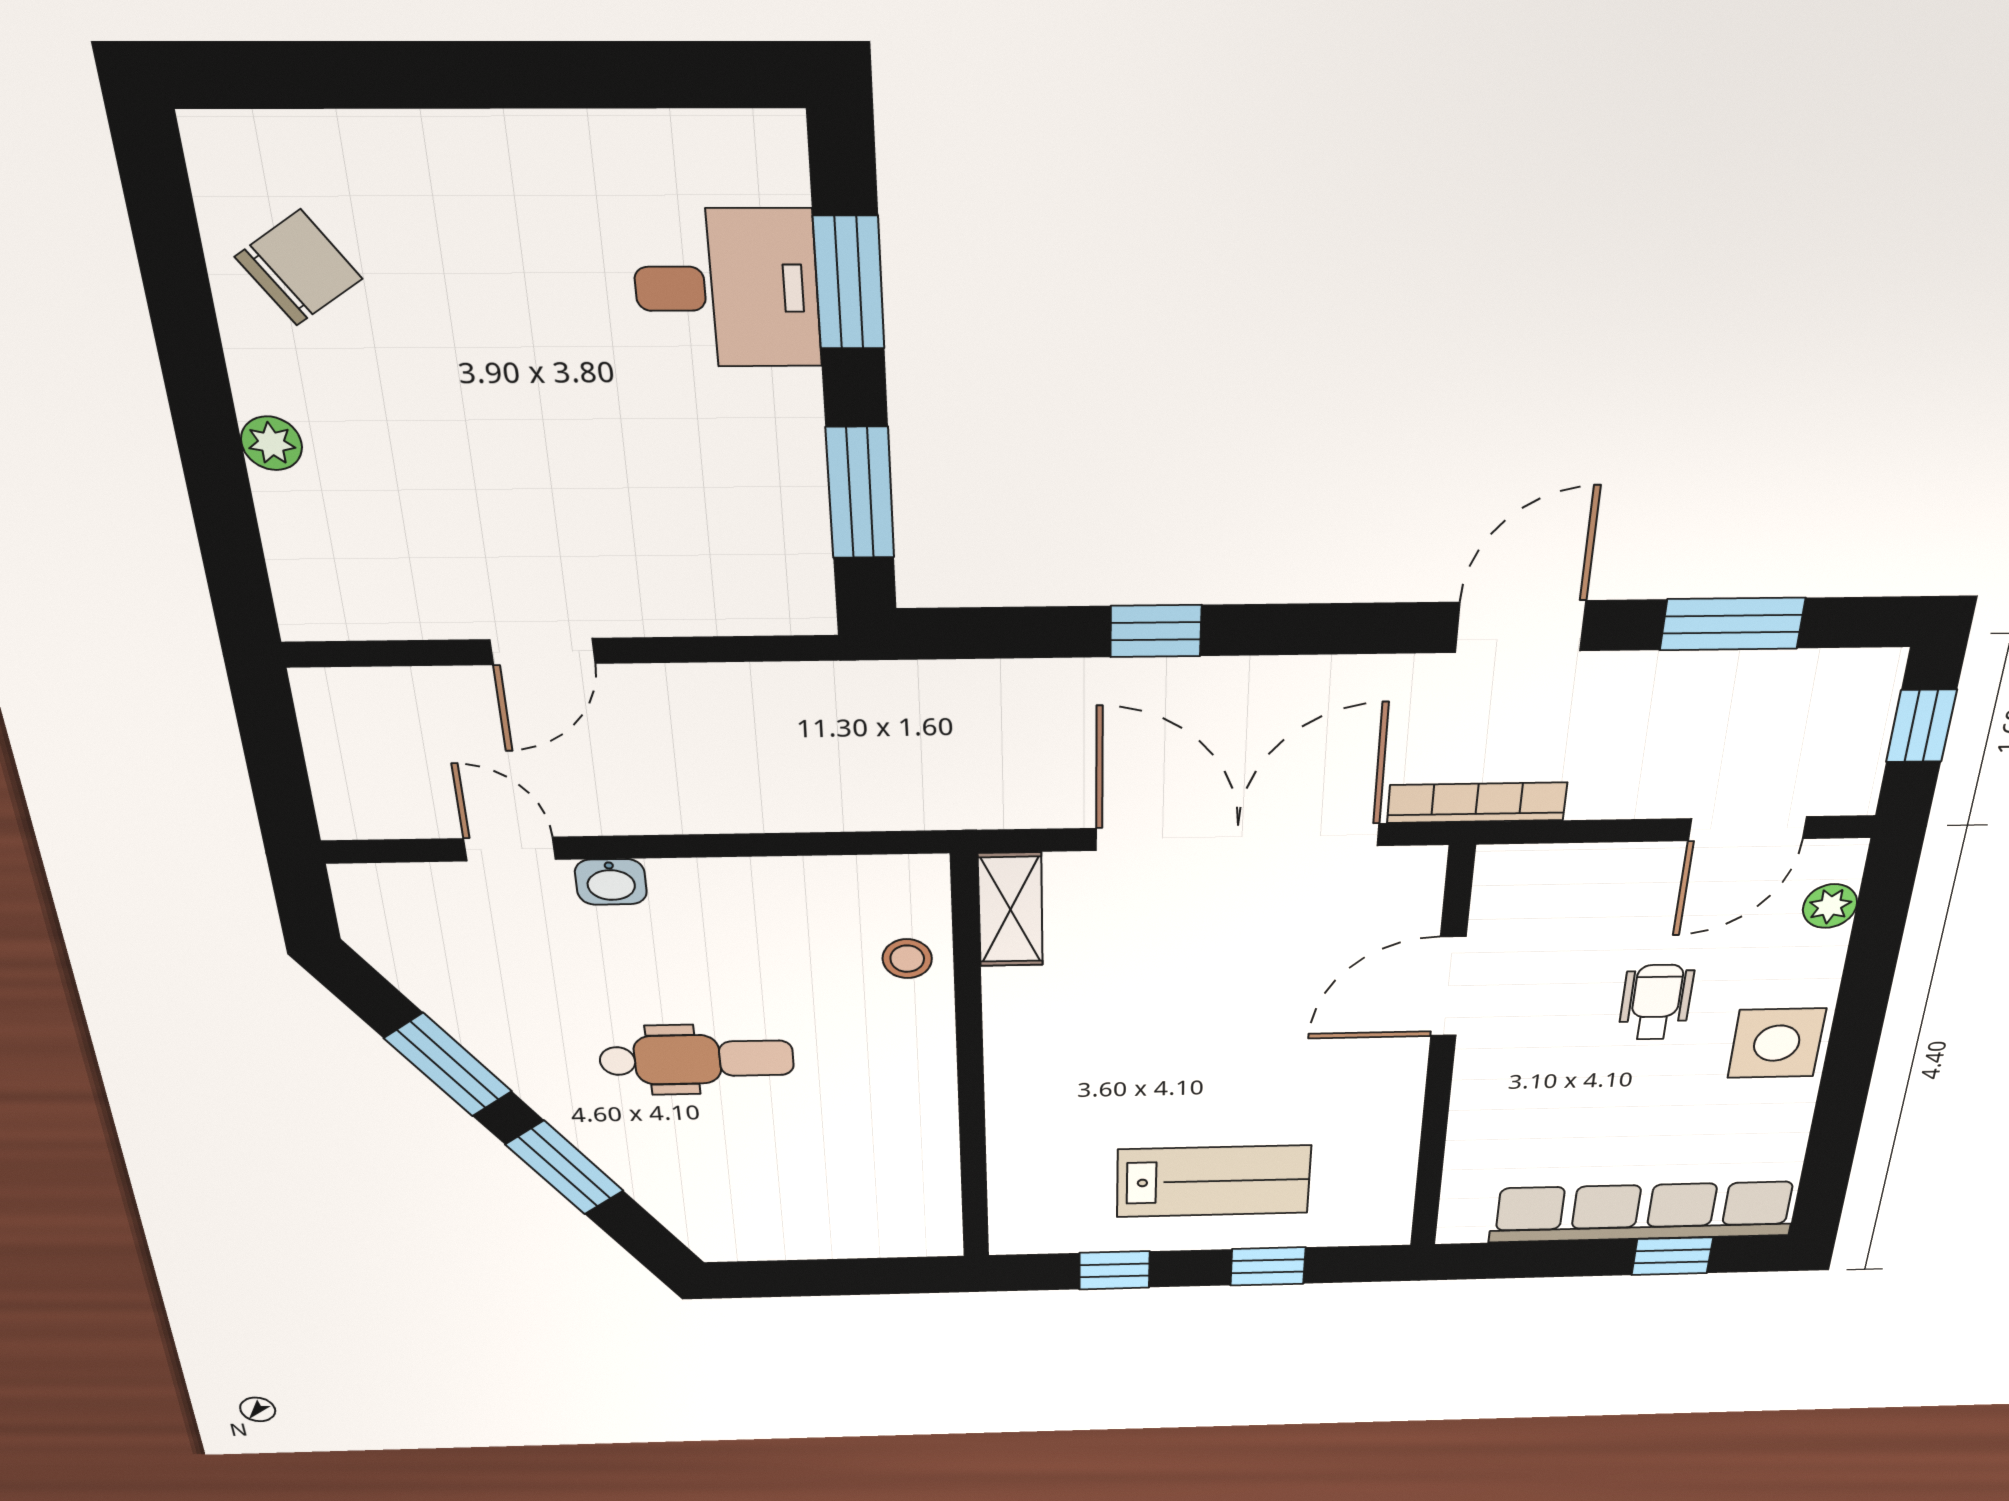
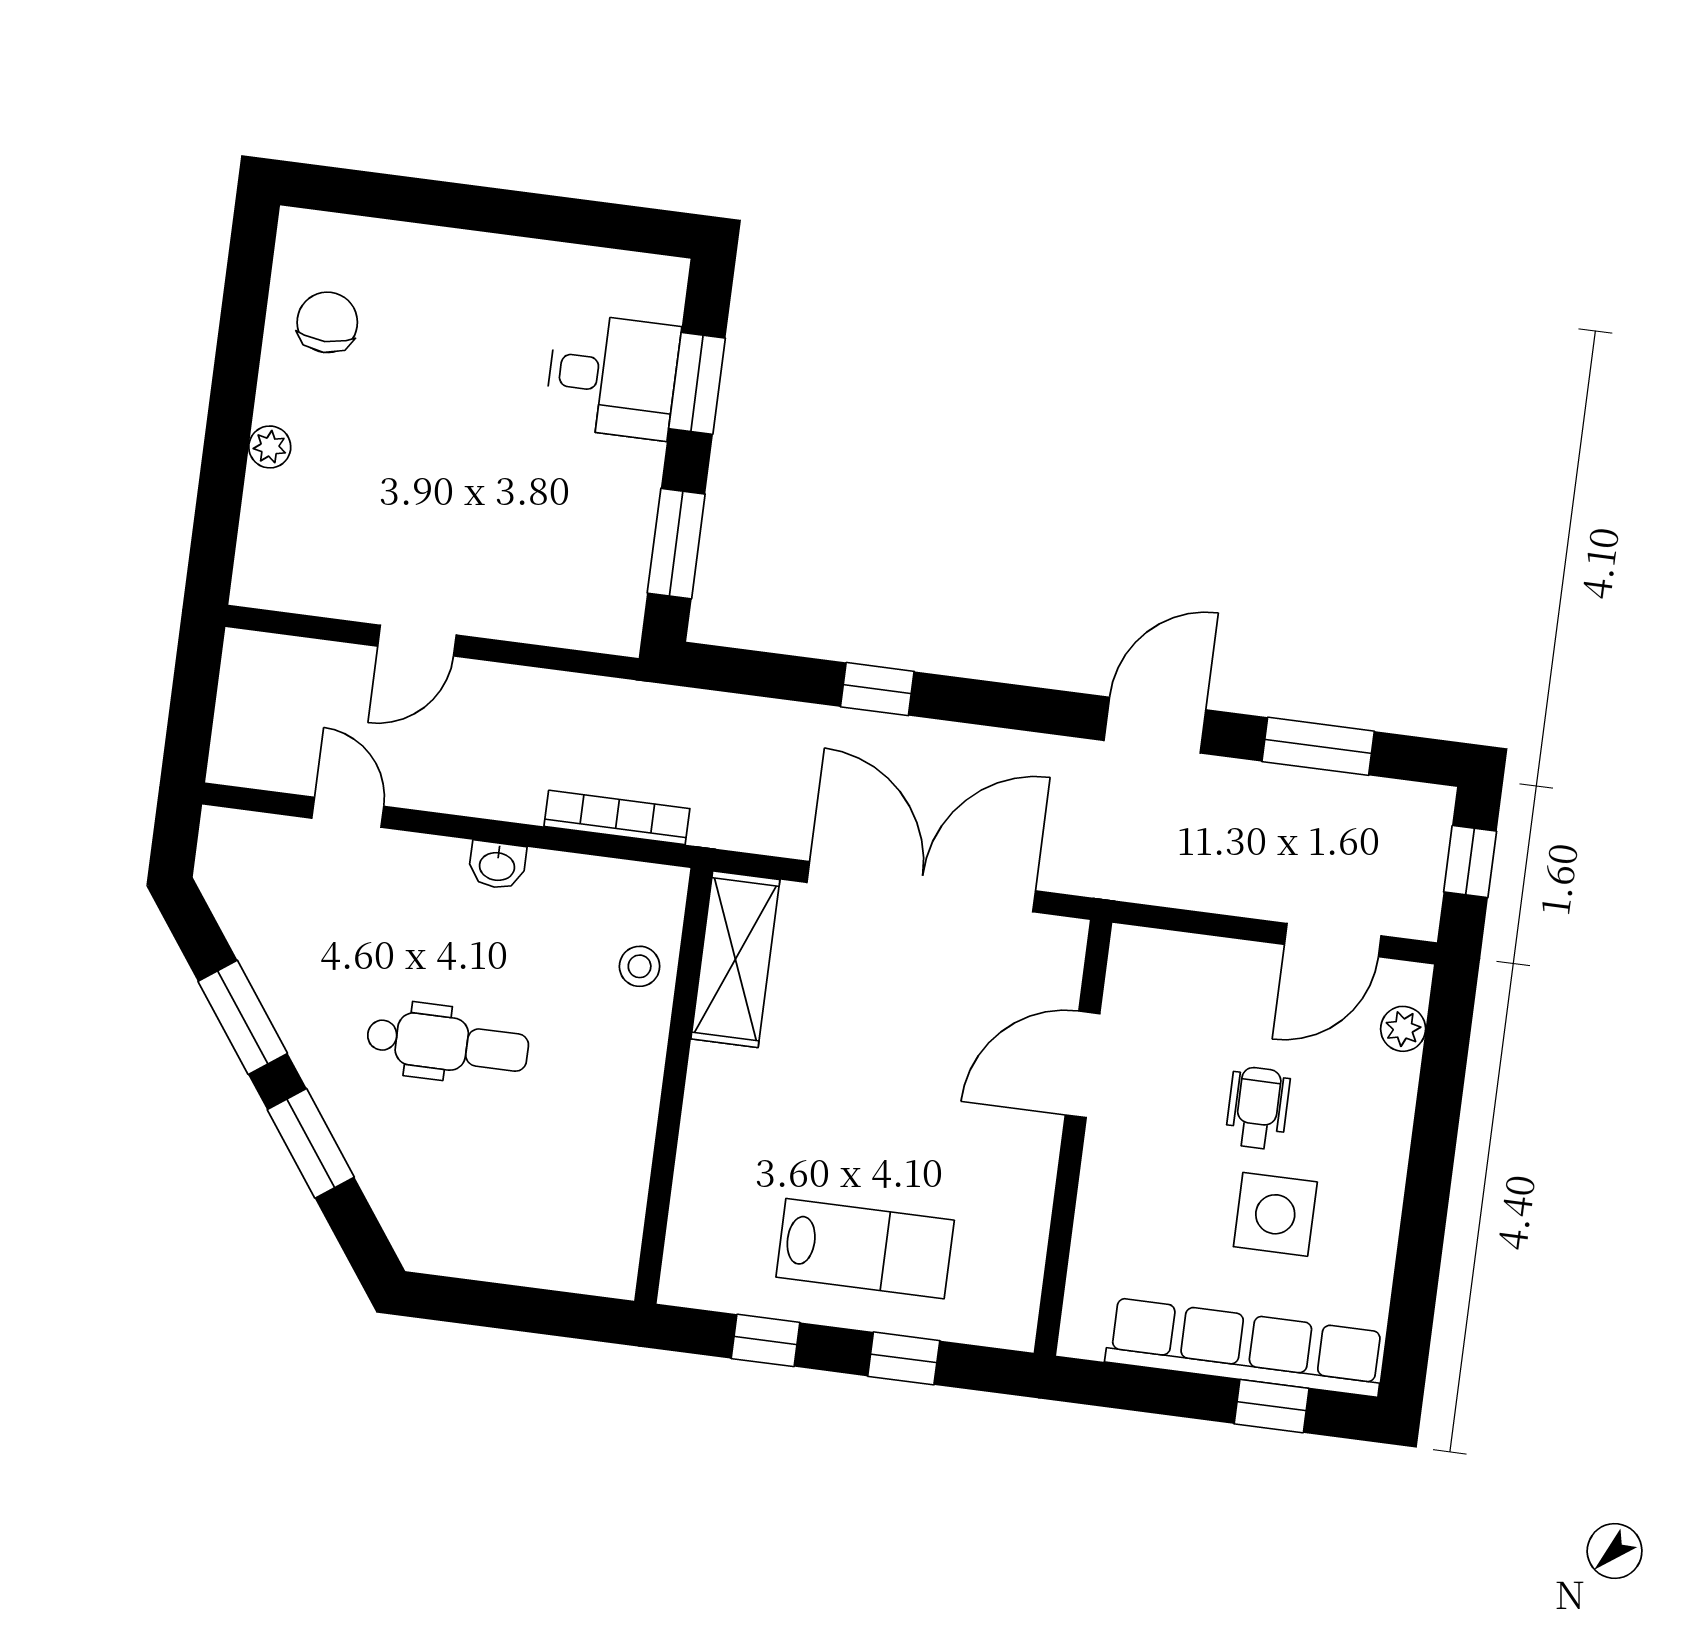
chair: (299, 268) -> (327, 322), turned -56
bookcase: (1477, 803) -> (617, 817), moved
washbasin: (611, 882) -> (497, 865), moved
shelving: (1010, 910) -> (735, 959), width x1.50, depth x1.33
side table: (1777, 1043) -> (1275, 1214), moved

